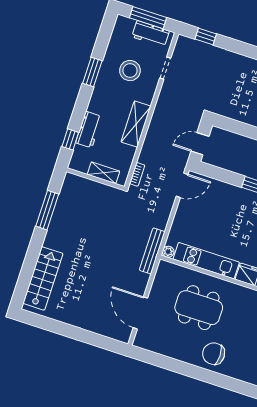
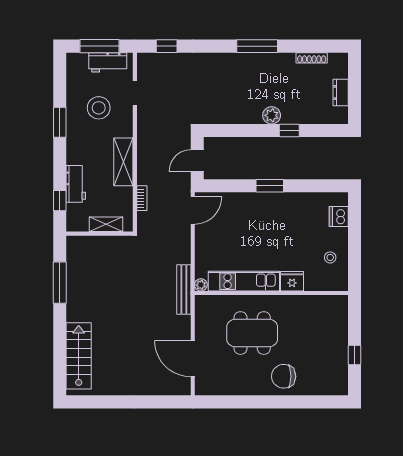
bookcase: (137, 174) -> (142, 198), moved

